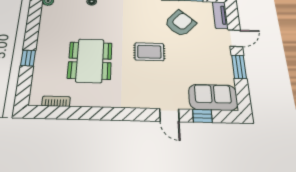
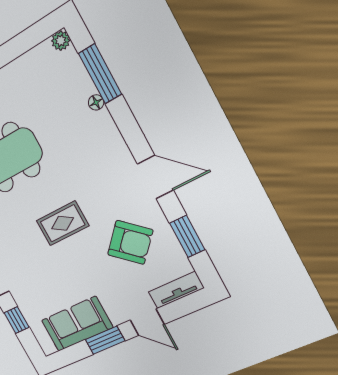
rug: (149, 52) -> (63, 223), turned 90
sofa: (213, 97) -> (77, 324), moved, turned -90

